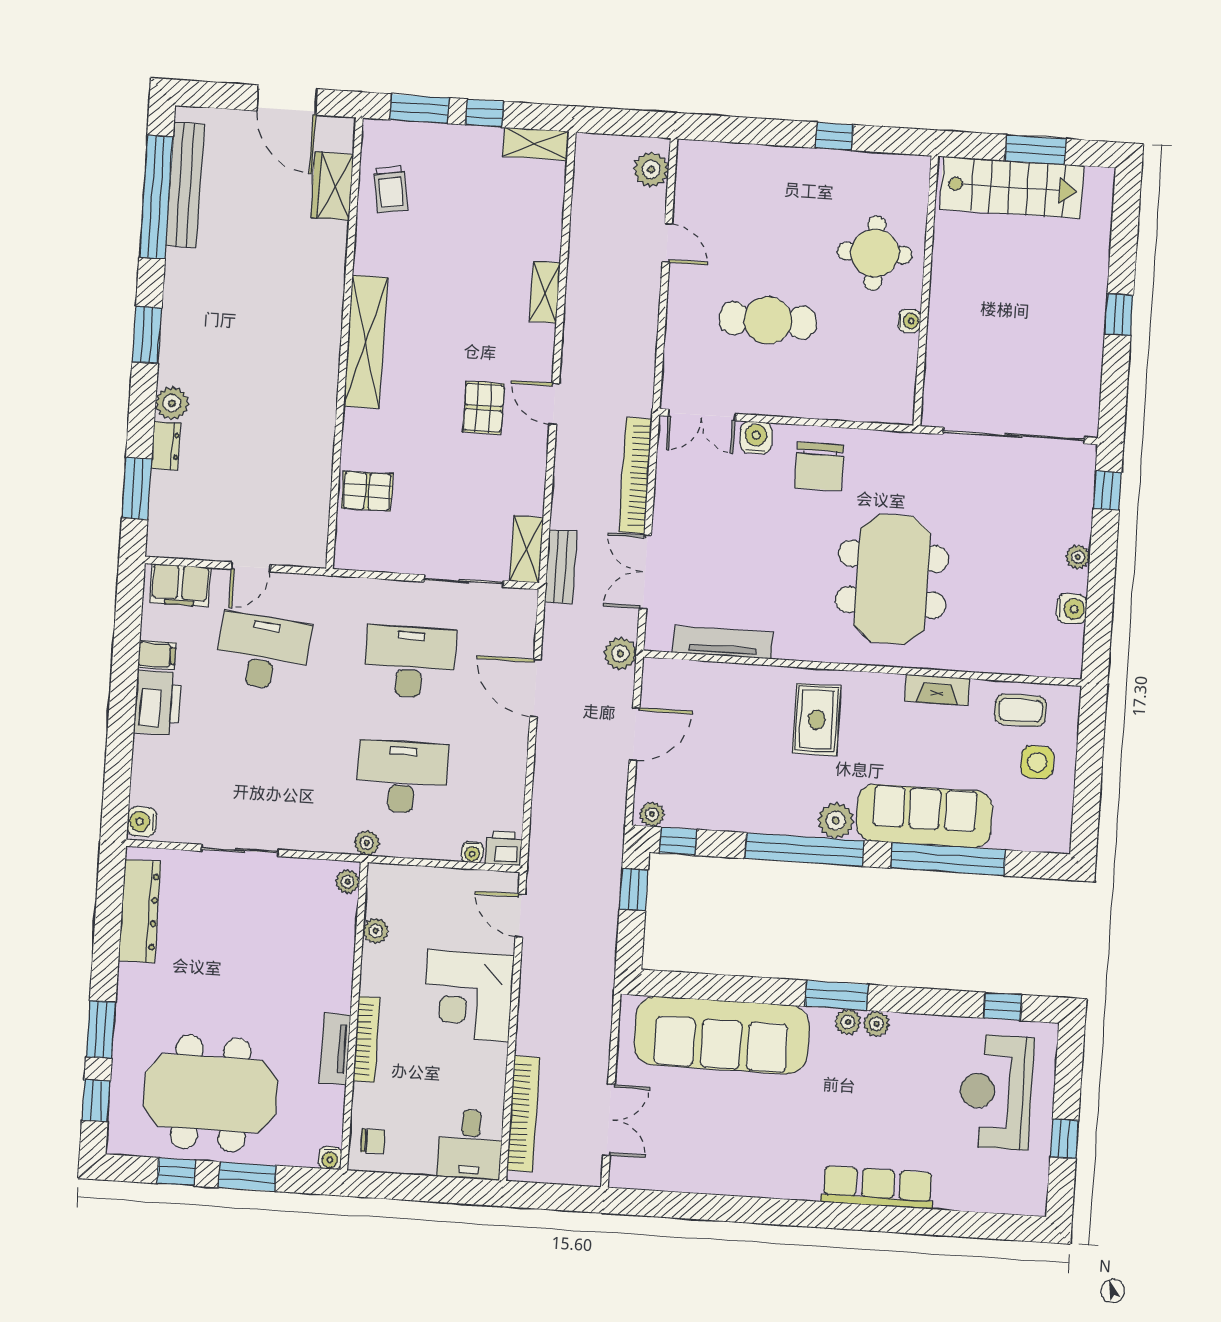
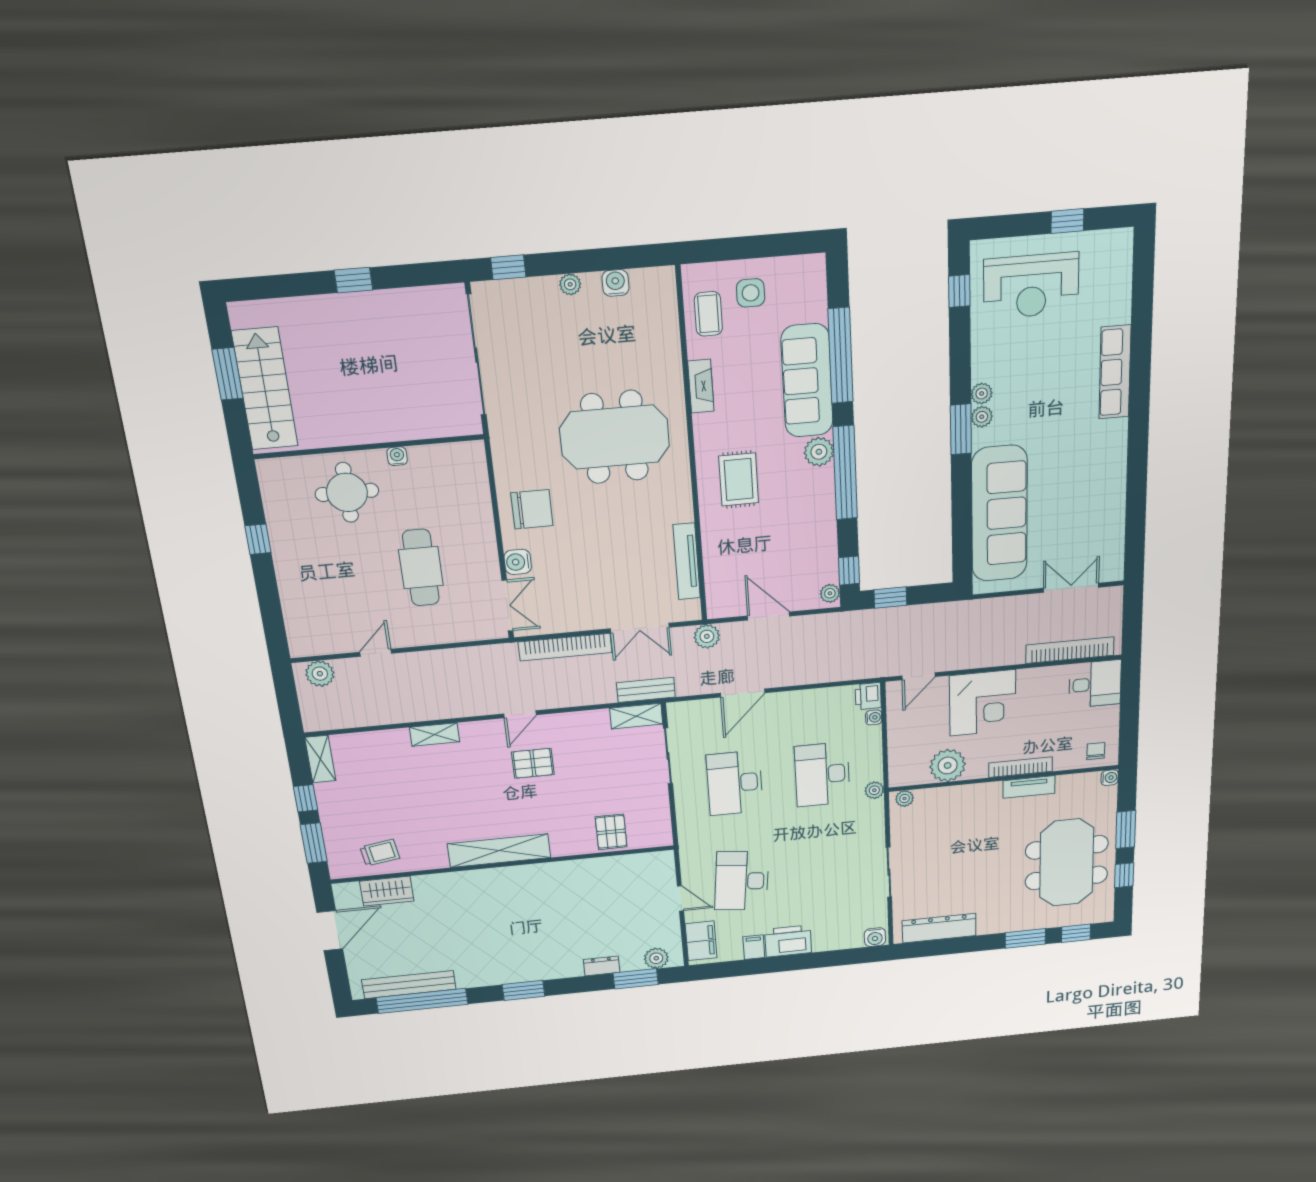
plant: (172, 403) -> (656, 958), moved
rug: (817, 720) -> (739, 479), turned 90
plant: (376, 931) -> (948, 765), width x1.88, depth x1.88

